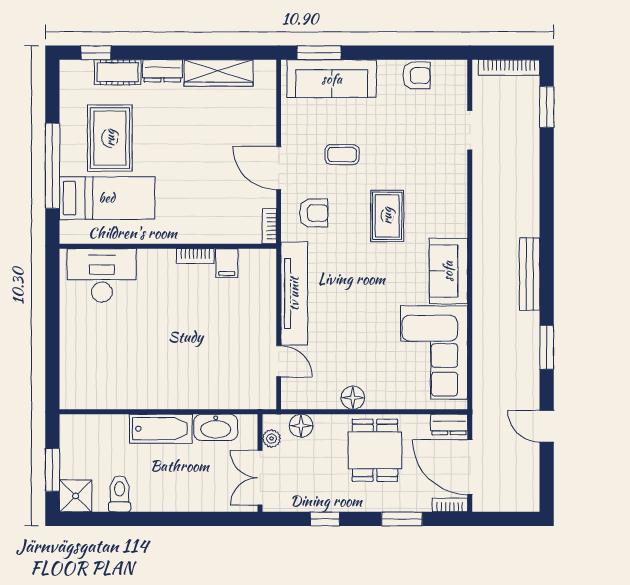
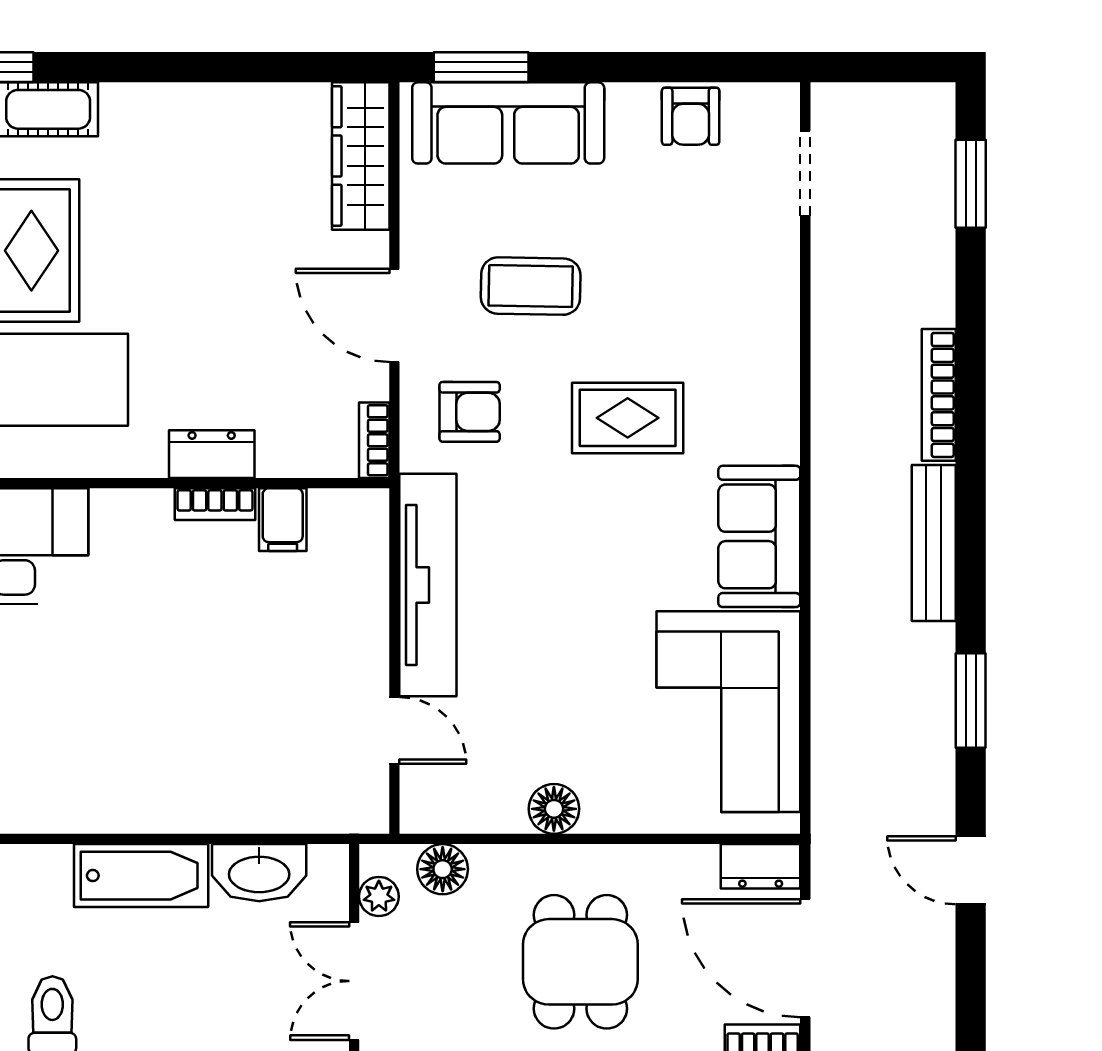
bookcase: (509, 68) -> (939, 395), moved, turned 90
dresser: (162, 71) -> (212, 454), moved, turned 180
wardrobe: (218, 73) -> (361, 156), moved, turned 90
armchair: (416, 76) -> (691, 116), turned 90
doorway: (470, 130) -> (805, 173), moved
coffee table: (342, 155) -> (531, 286), width x1.36, depth x1.30
rug: (387, 216) -> (628, 418), turned 90
dining table: (375, 450) -> (580, 962), moved

